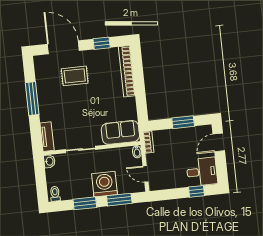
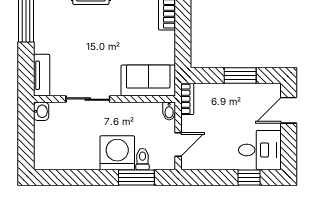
door: (146, 174) -> (178, 144), swing flipped
toilet: (55, 194) -> (142, 159), moved
window: (85, 203) -> (86, 178), removed

